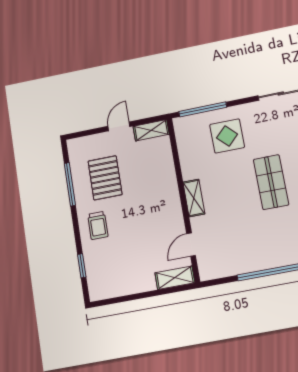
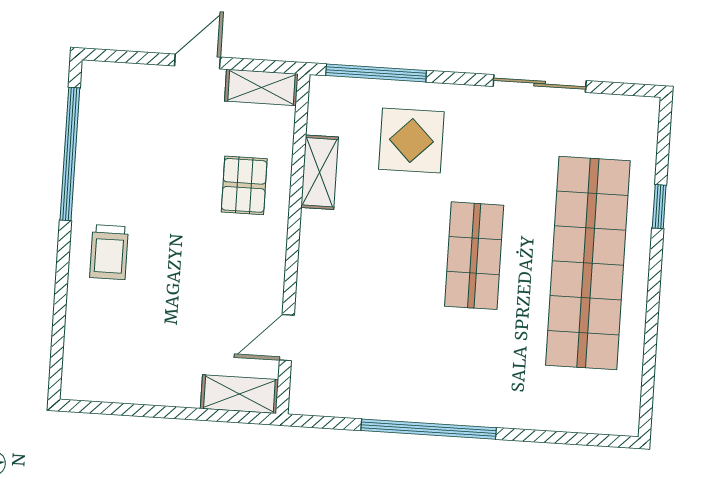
pallet: (105, 178) -> (244, 185), moved, width x0.67, depth x0.71
window: (70, 184) -> (70, 154), width x1.46
shelving: (194, 198) -> (320, 172), moved
window: (82, 266) -> (59, 324), removed

